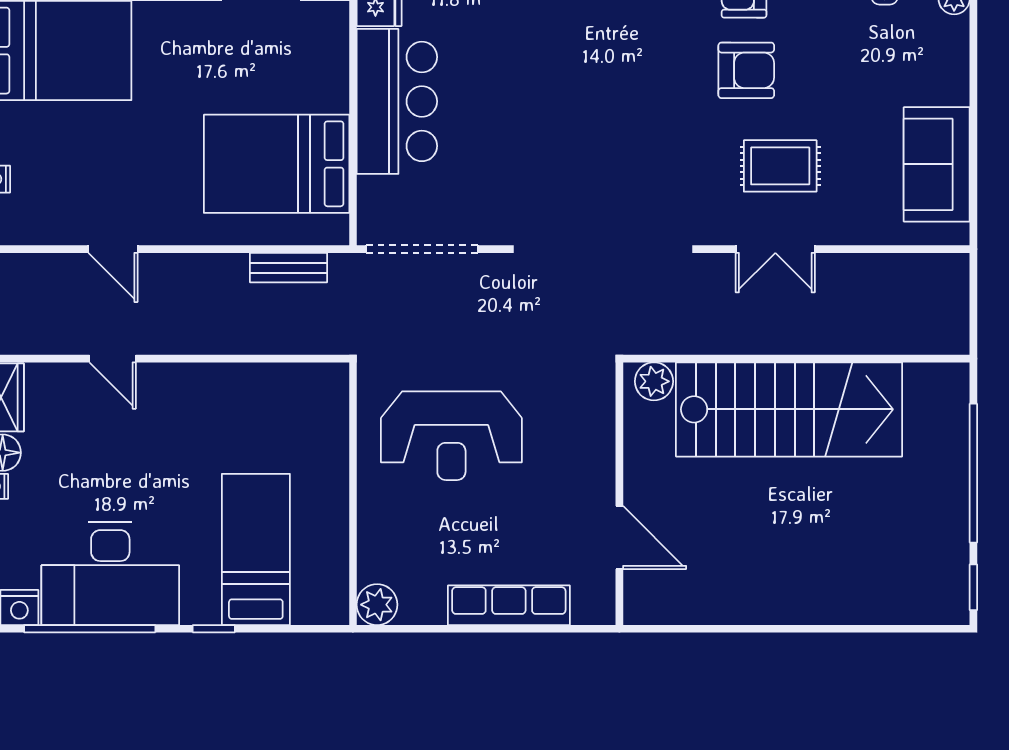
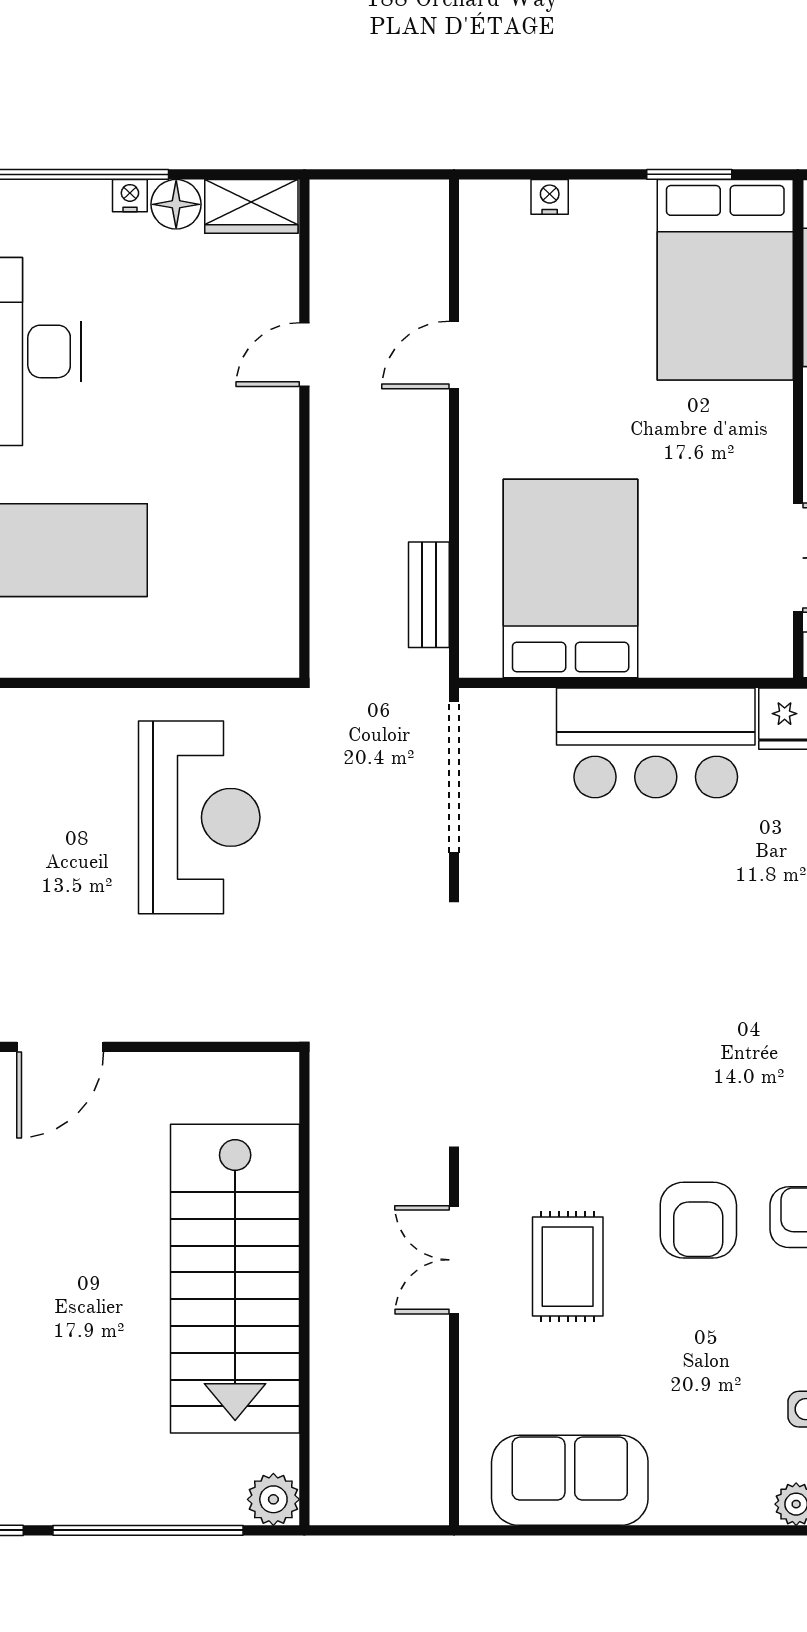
plant: (654, 381) -> (273, 1499), moved
reception desk: (451, 436) -> (199, 817), turned 180

